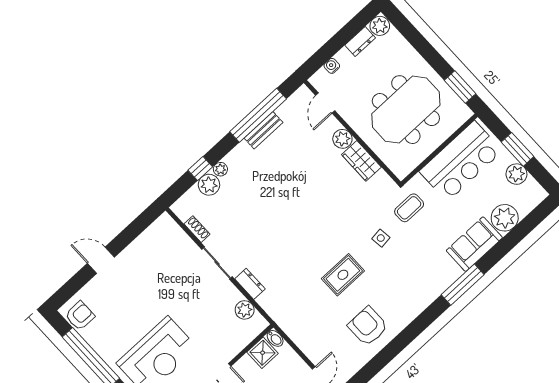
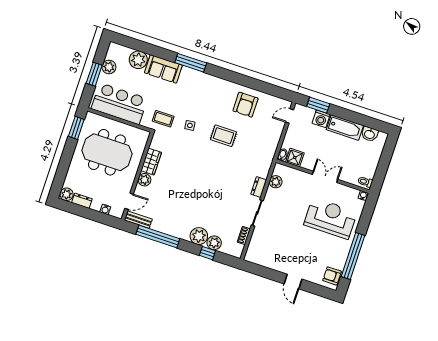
bench: (263, 130) -> (138, 220), moved
plant: (220, 169) -> (199, 236), width x1.88, depth x1.88

